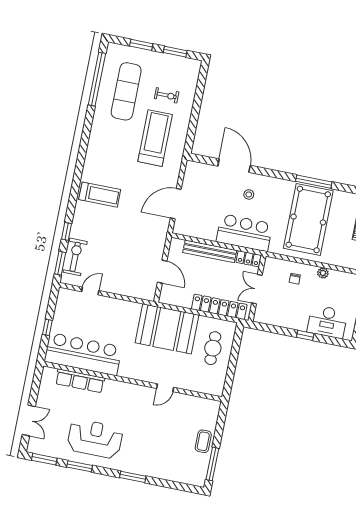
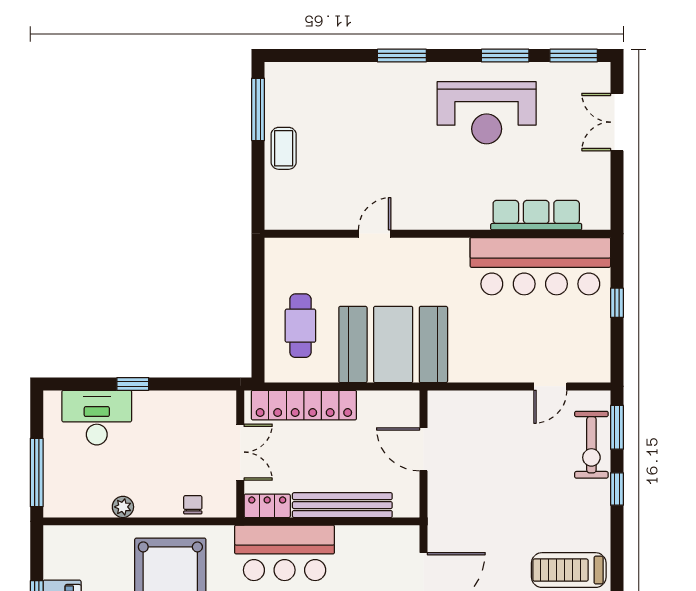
chair: (295, 279) -> (193, 505), moved

